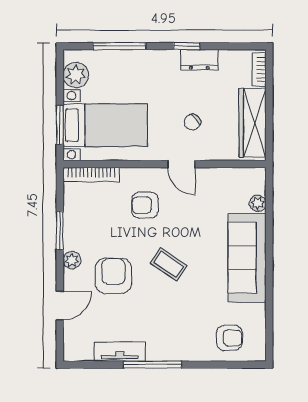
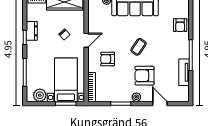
armchair: (145, 205) -> (108, 59), turned 90
armchair: (229, 338) -> (180, 25), moved, turned 180

